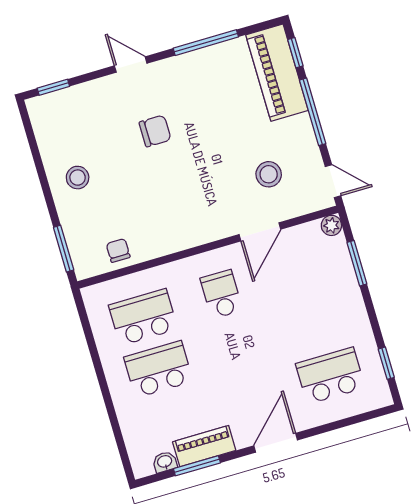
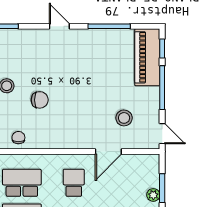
chair: (155, 131) -> (40, 100), moved
plant: (331, 225) -> (153, 195), moved

